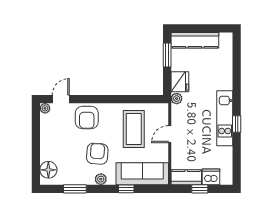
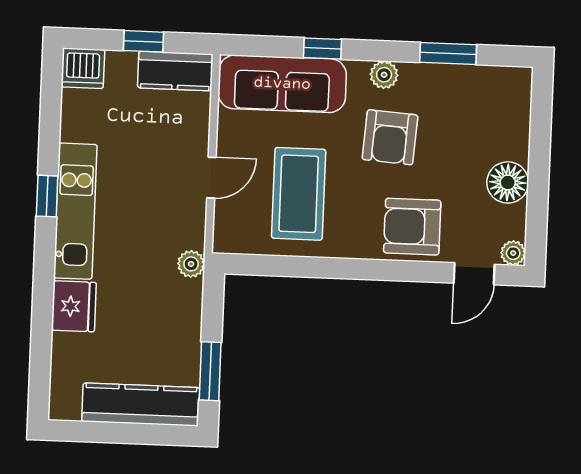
fridge: (180, 82) -> (74, 306), moved, turned 180
armchair: (87, 118) -> (412, 227), turned -90
floor lamp: (48, 170) -> (508, 182), moved
dishwasher: (211, 177) -> (83, 68), moved

